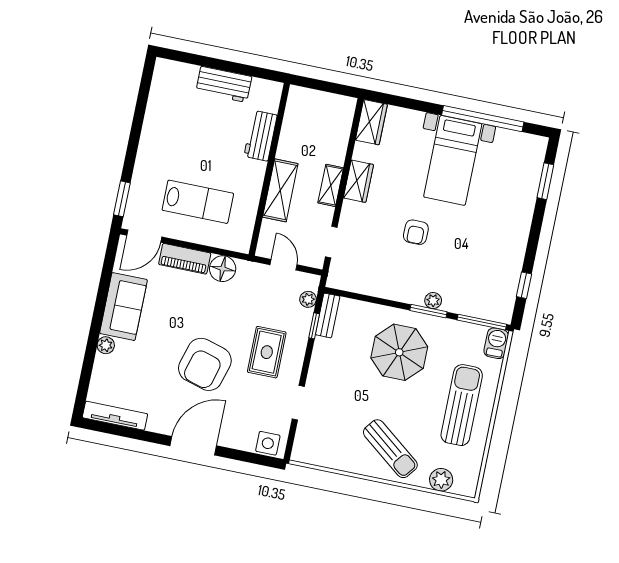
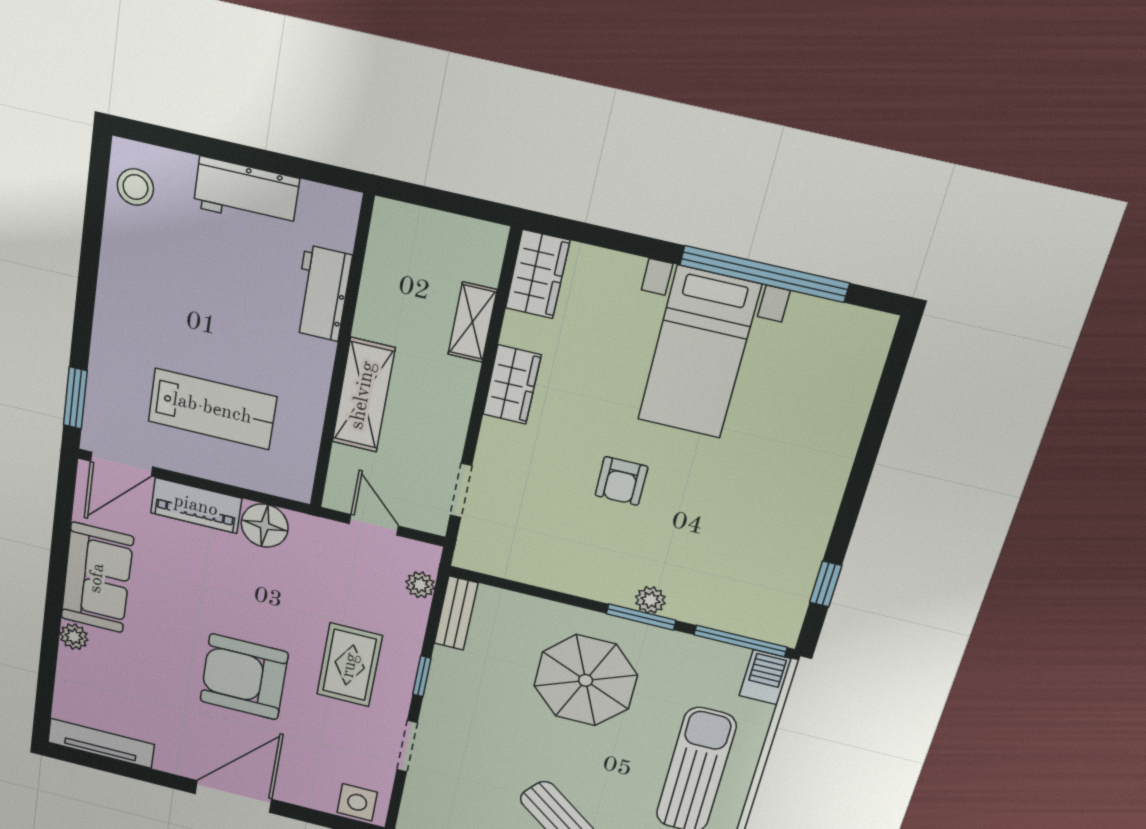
stool: (166, 83) -> (135, 187), added
window: (545, 181) -> (885, 399), removed
shelving: (331, 185) -> (472, 322), moved
window: (314, 326) -> (422, 676), moved
armchair: (205, 364) -> (244, 677), turned 74

